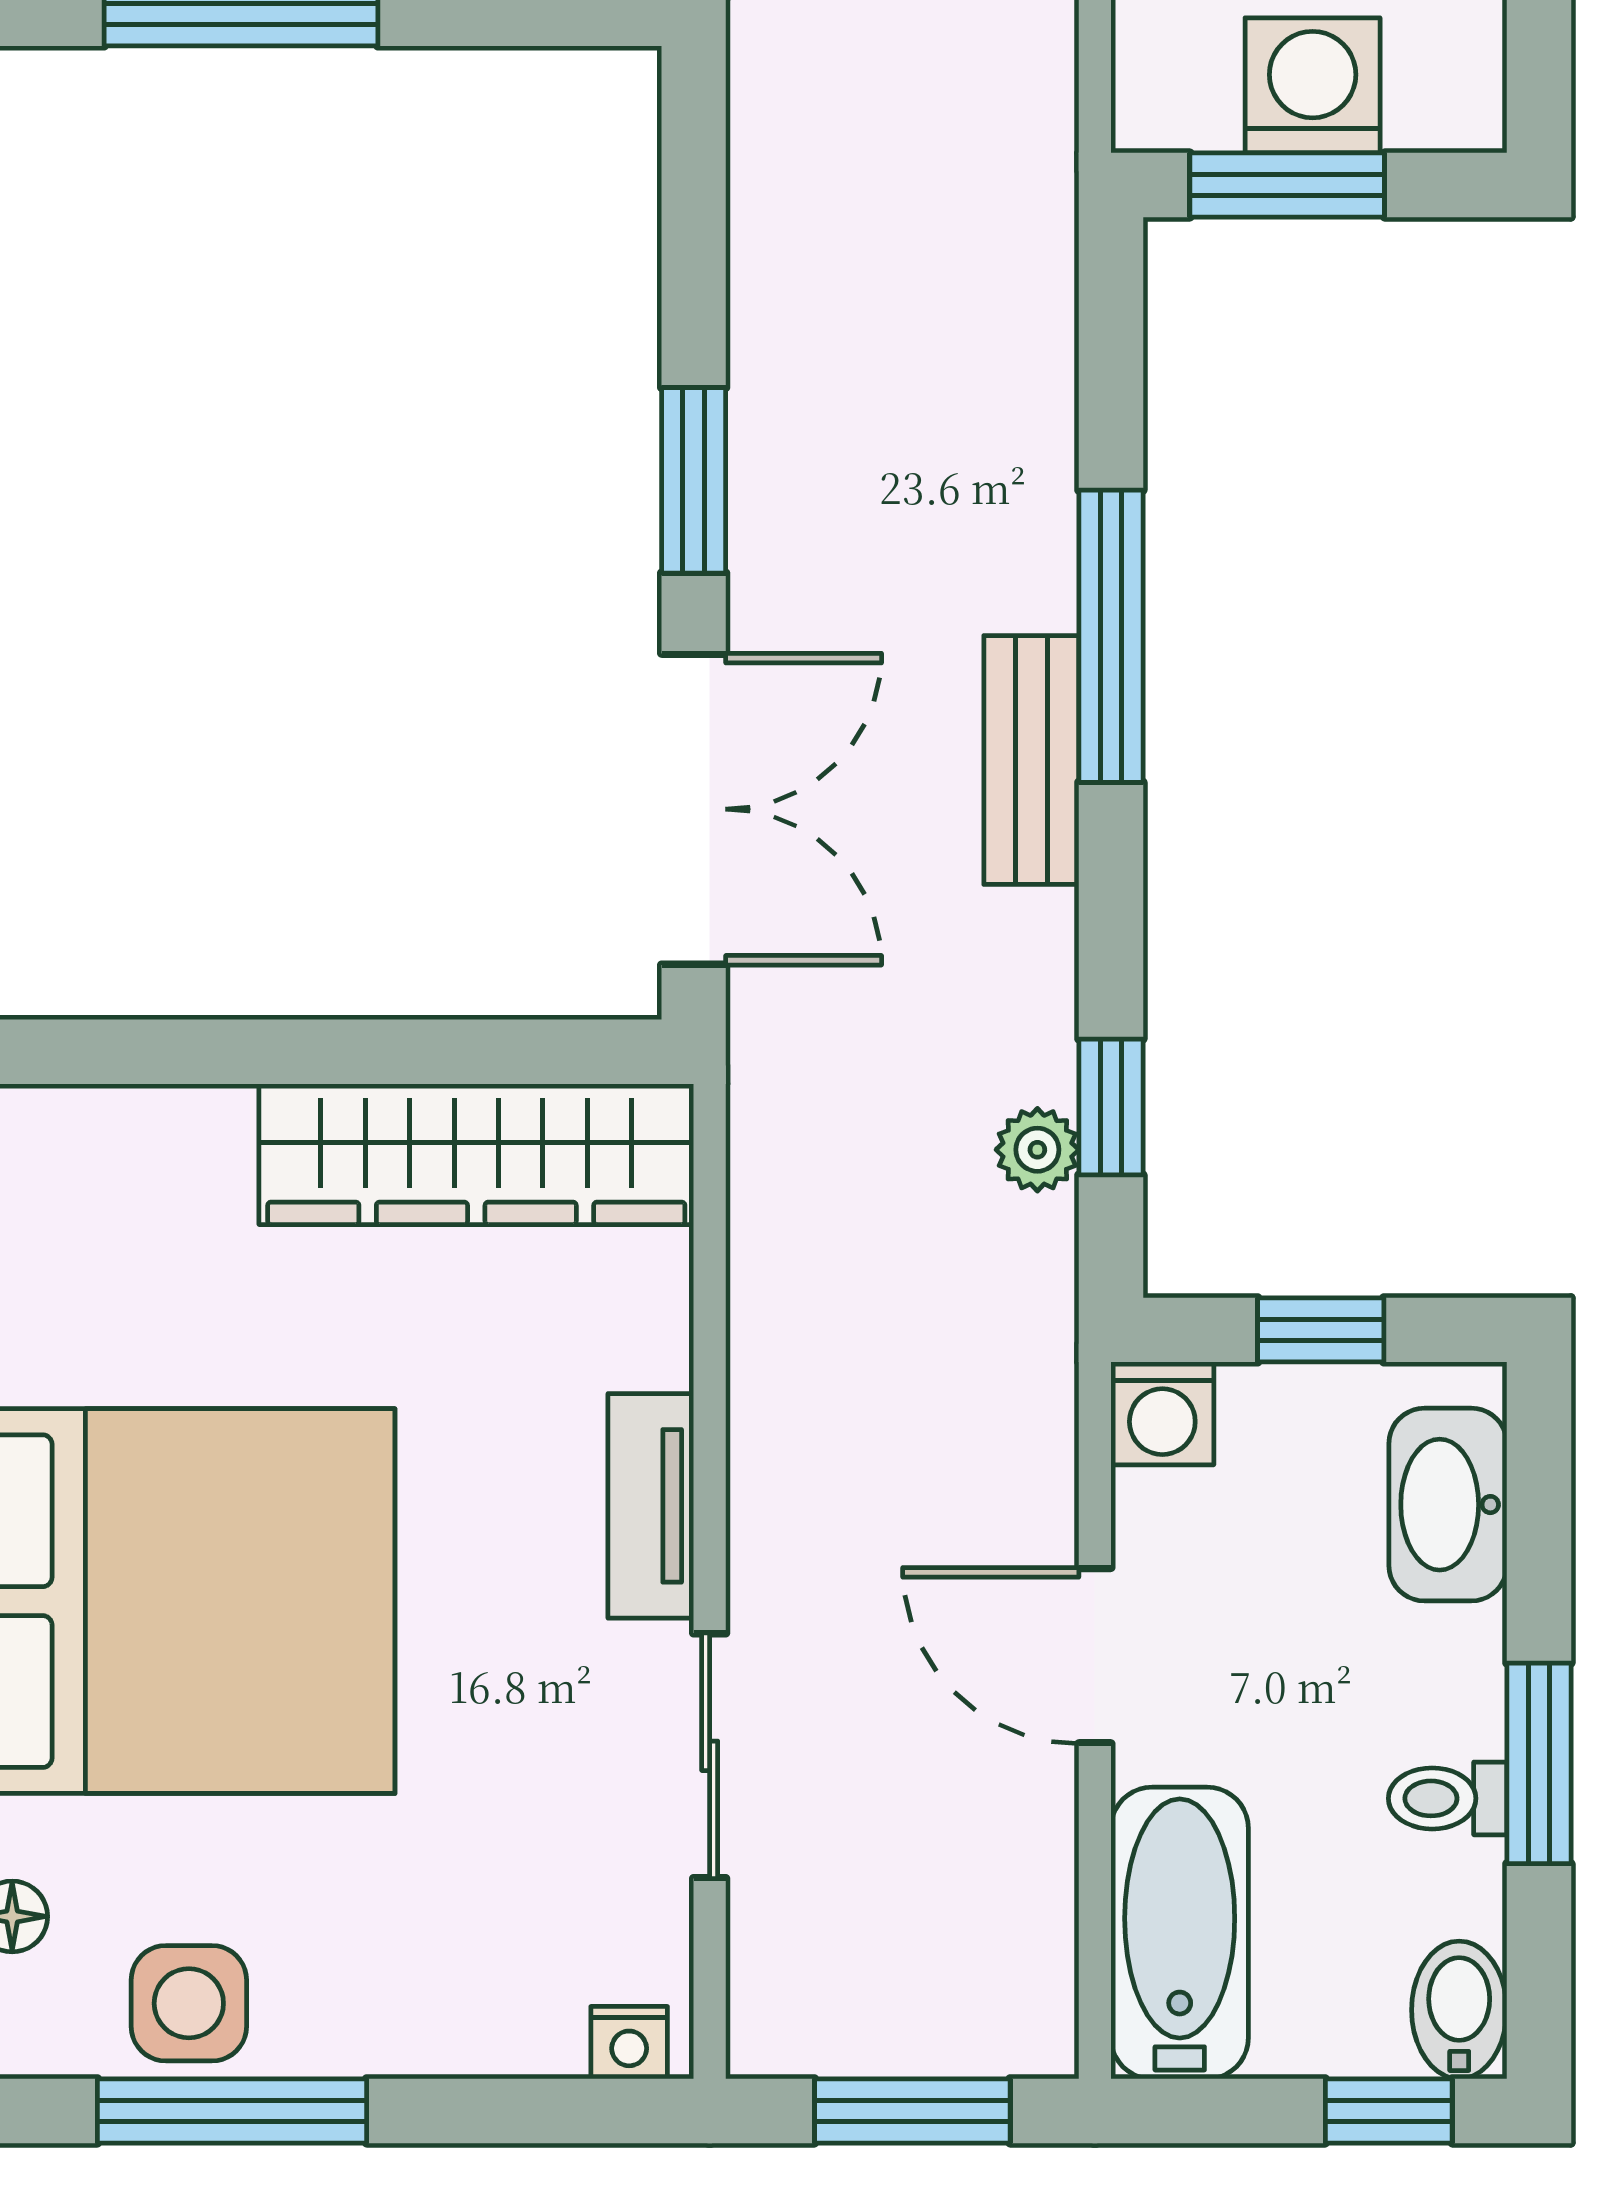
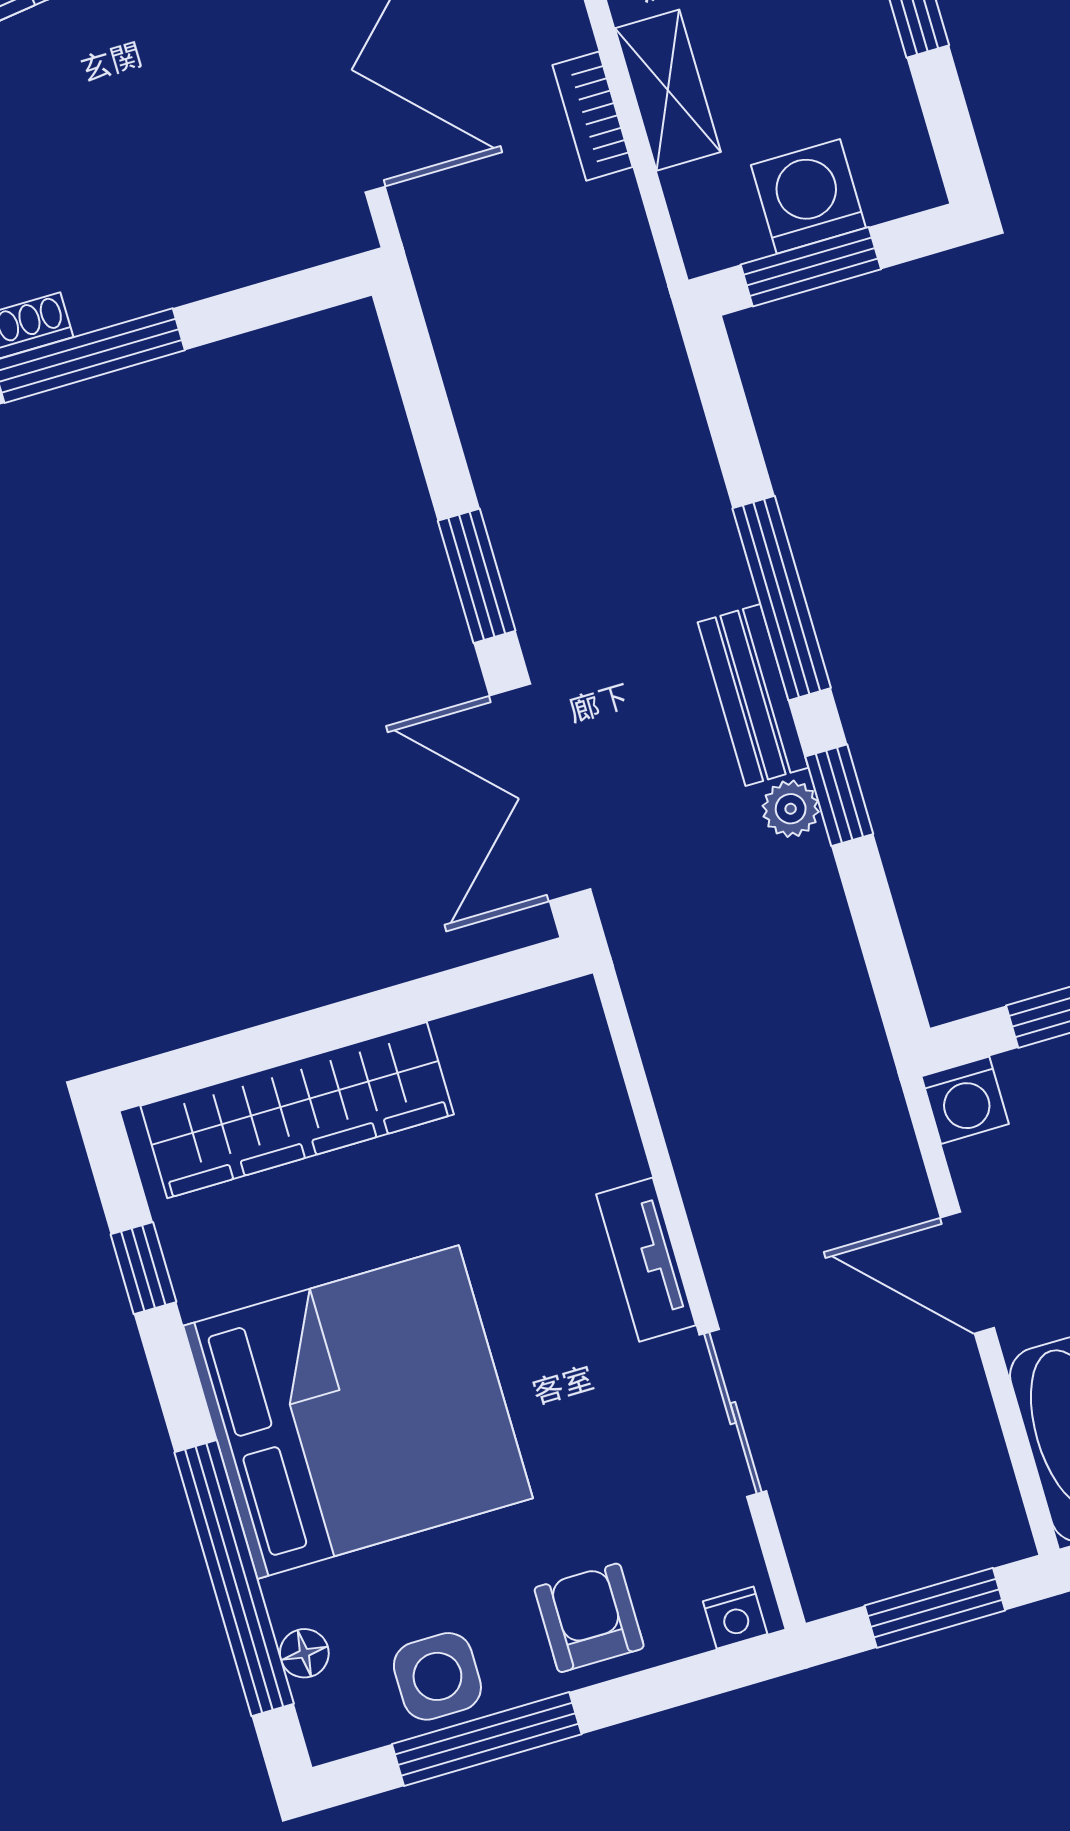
double door: (694, 809) -> (540, 792), swing flipped
window: (1111, 1107) -> (839, 795), moved
plant: (1037, 1150) -> (791, 809), moved
wardrobe: (476, 1154) -> (297, 1110), moved
armchair: (425, 1983) -> (589, 1618), added

